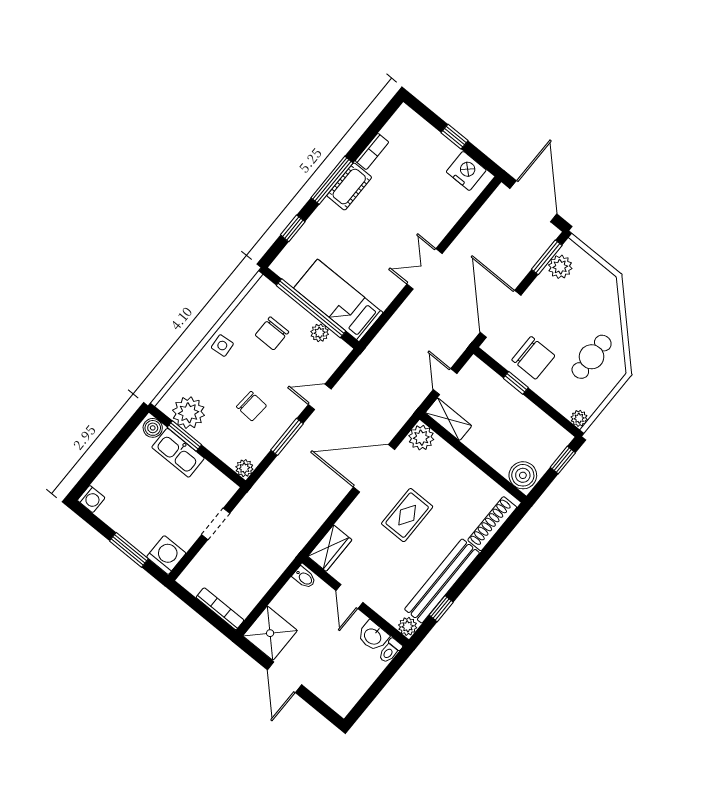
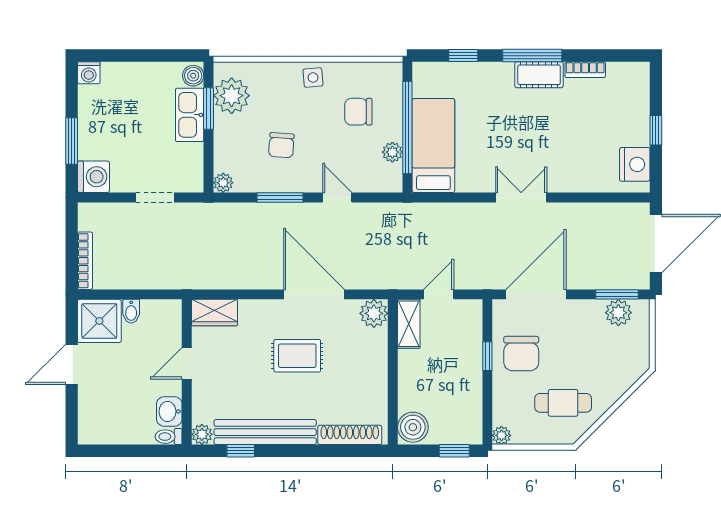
bidet: (304, 578) -> (131, 311), moved

